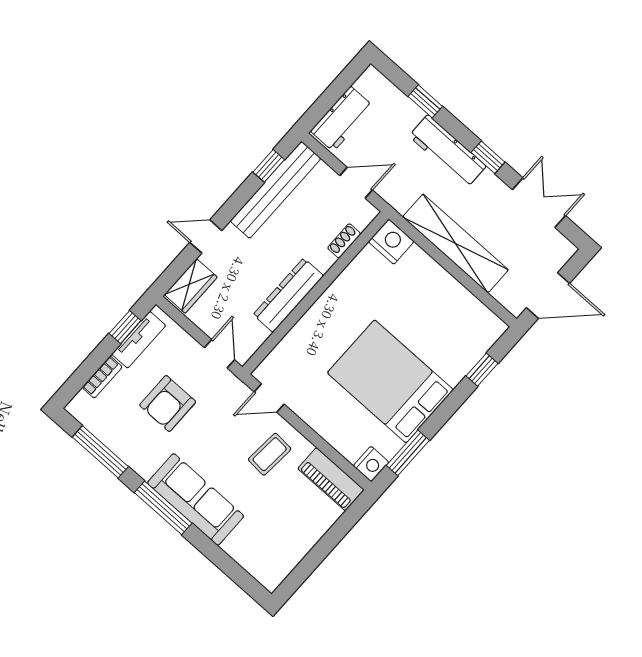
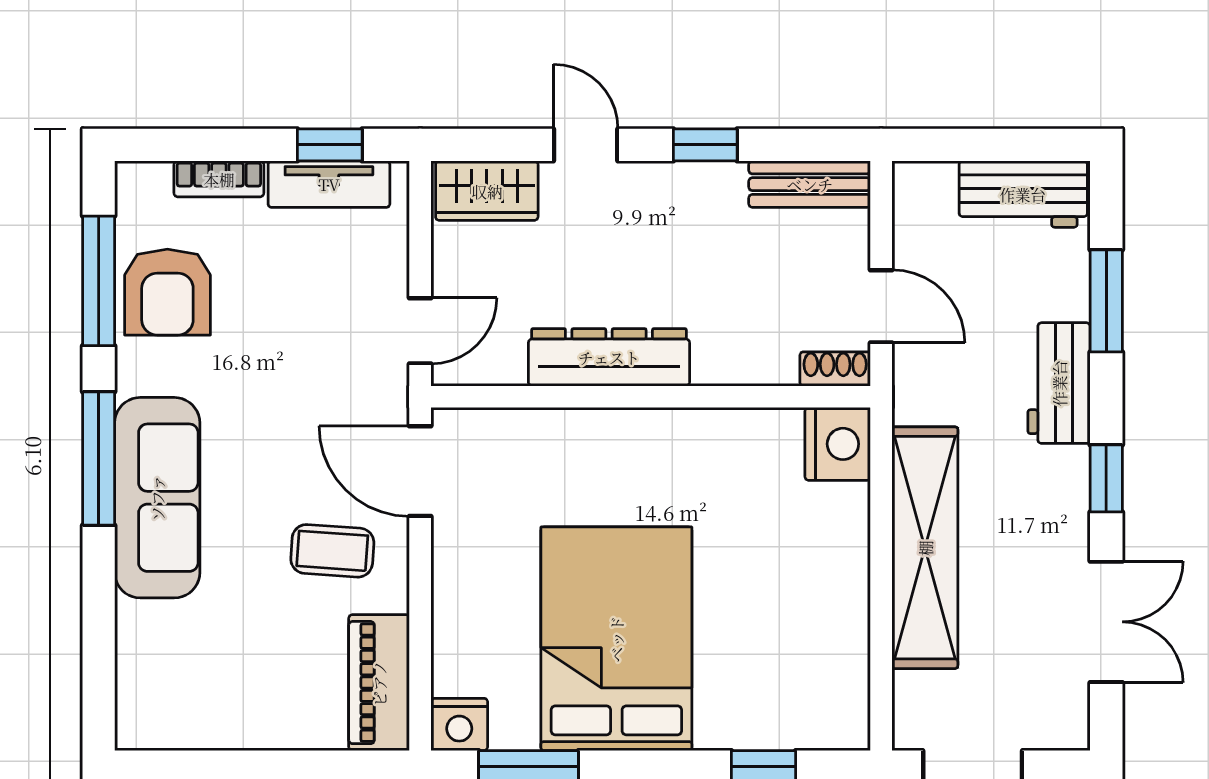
window: (425, 101) -> (1106, 301), width x1.50
workbench: (342, 119) -> (1023, 194), moved
workbench: (447, 151) -> (1059, 383), width x0.73
window: (269, 166) -> (705, 145), moved
bench: (276, 190) -> (810, 184), width x0.54, depth x0.82
shoe rack: (344, 241) -> (835, 369), moved
door: (269, 398) -> (420, 471), width x1.38
armchair: (168, 404) -> (167, 292), moved, turned -90

